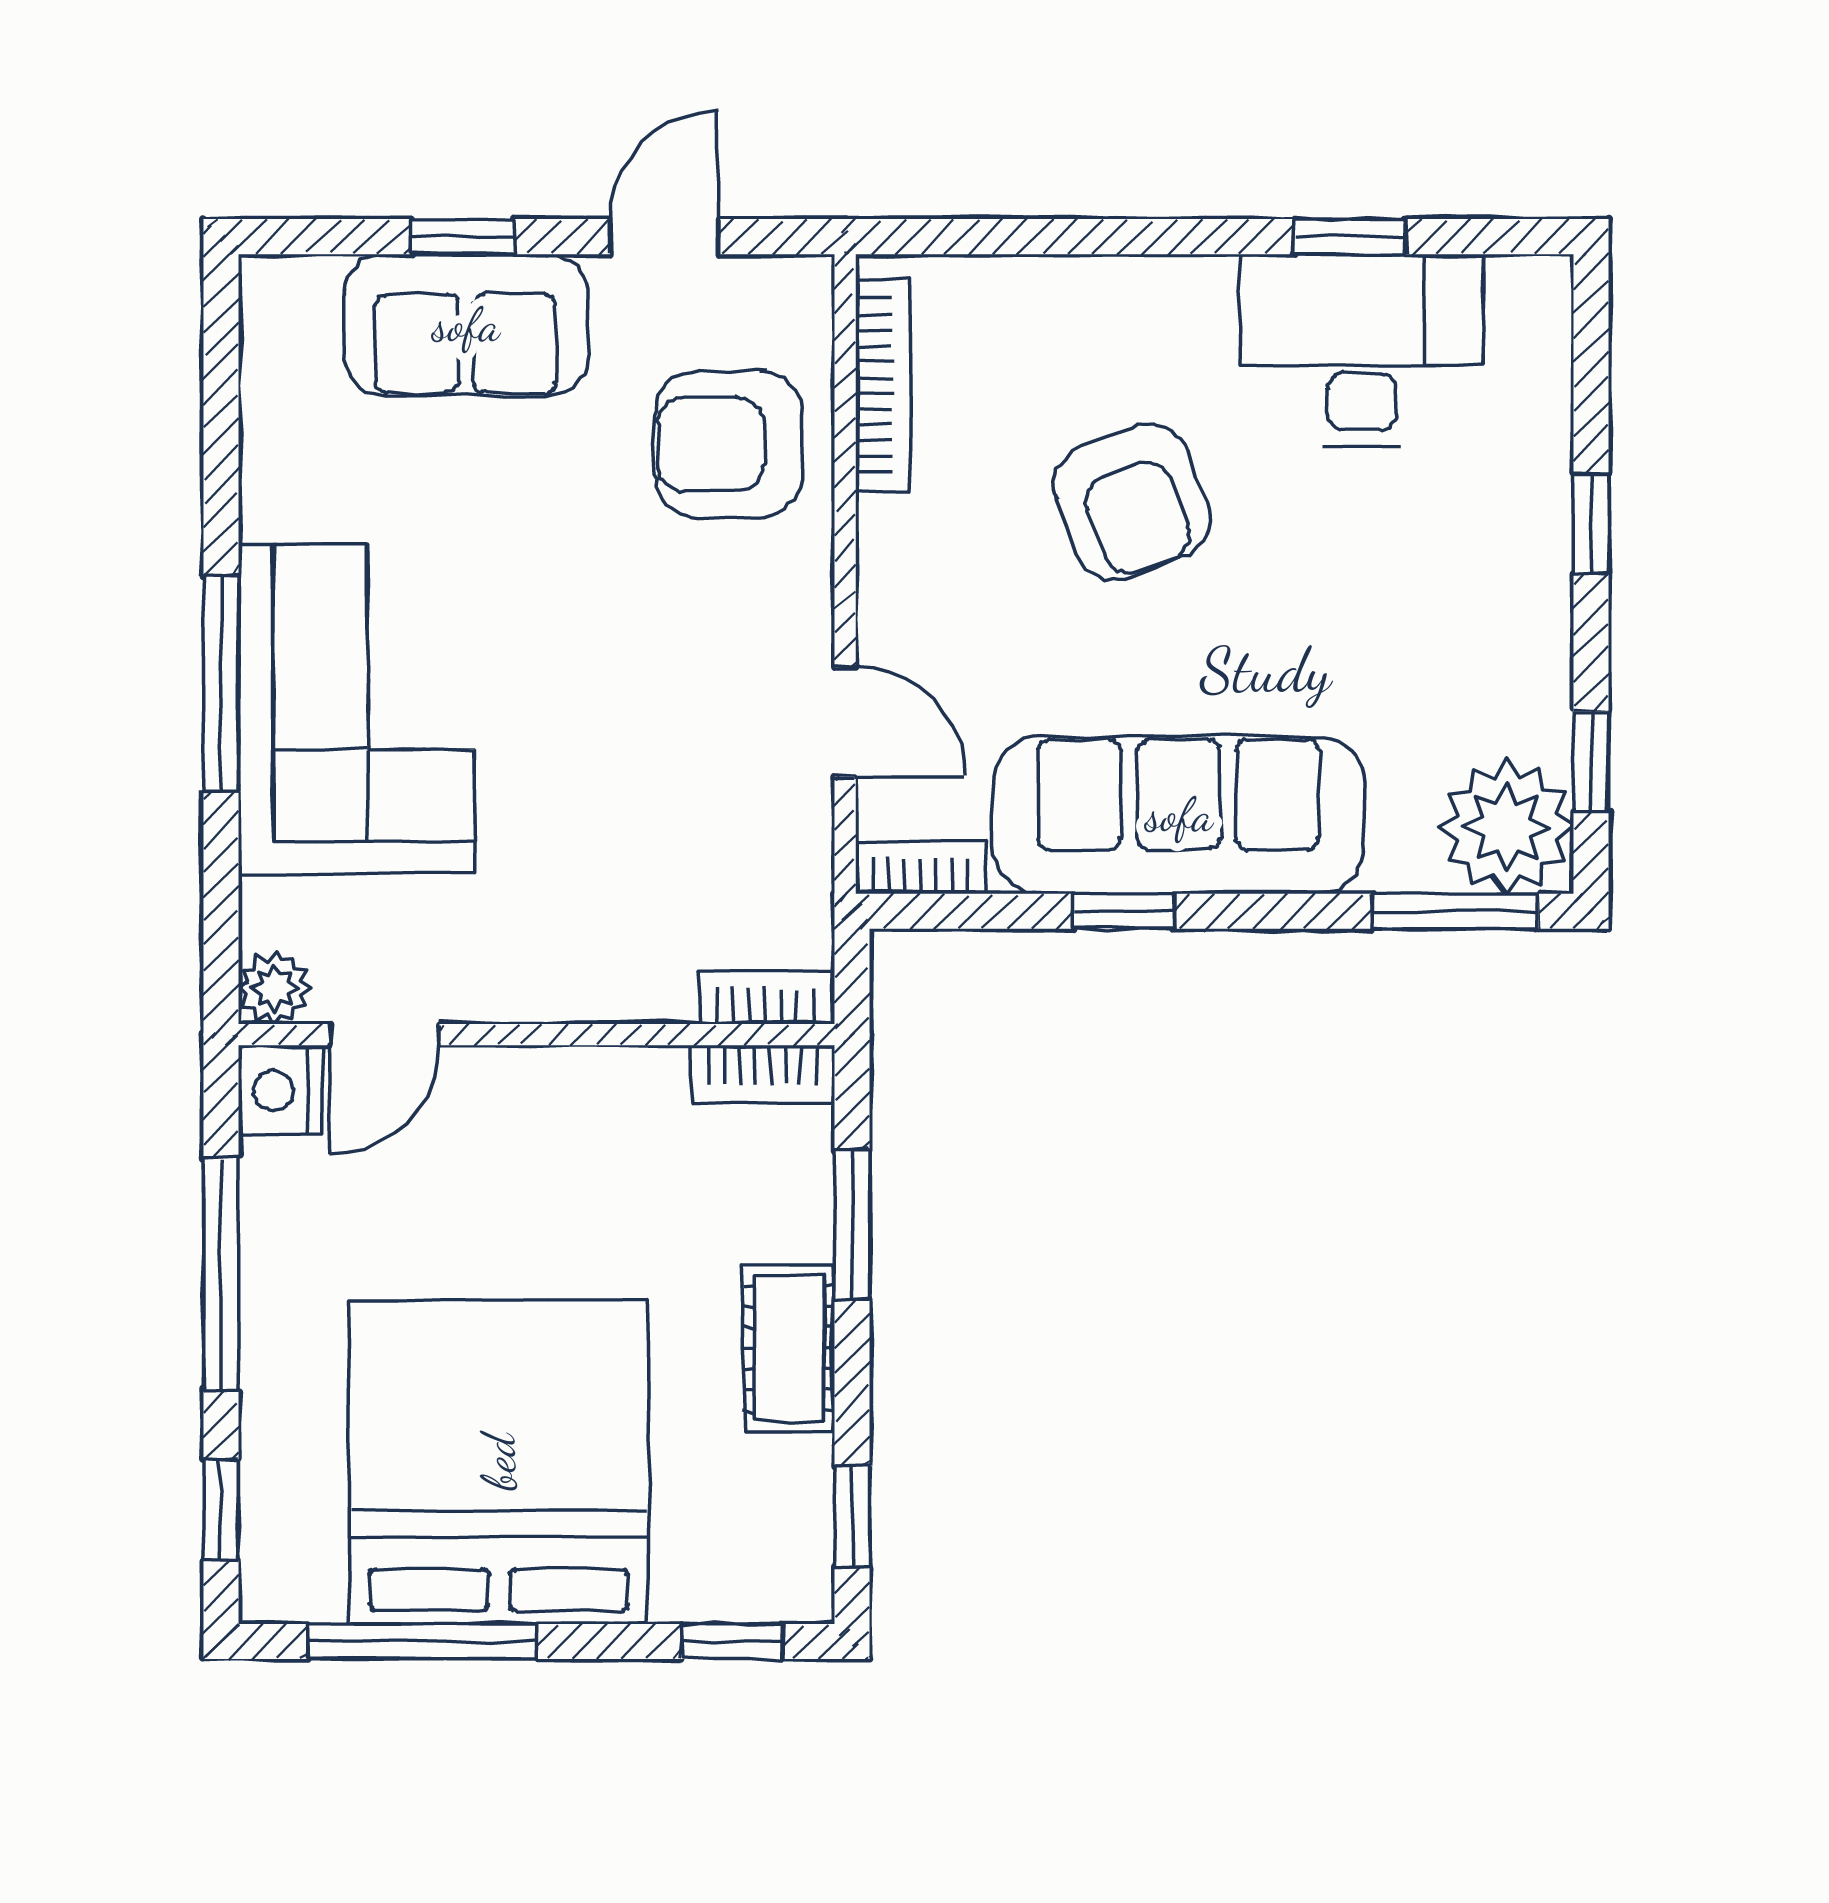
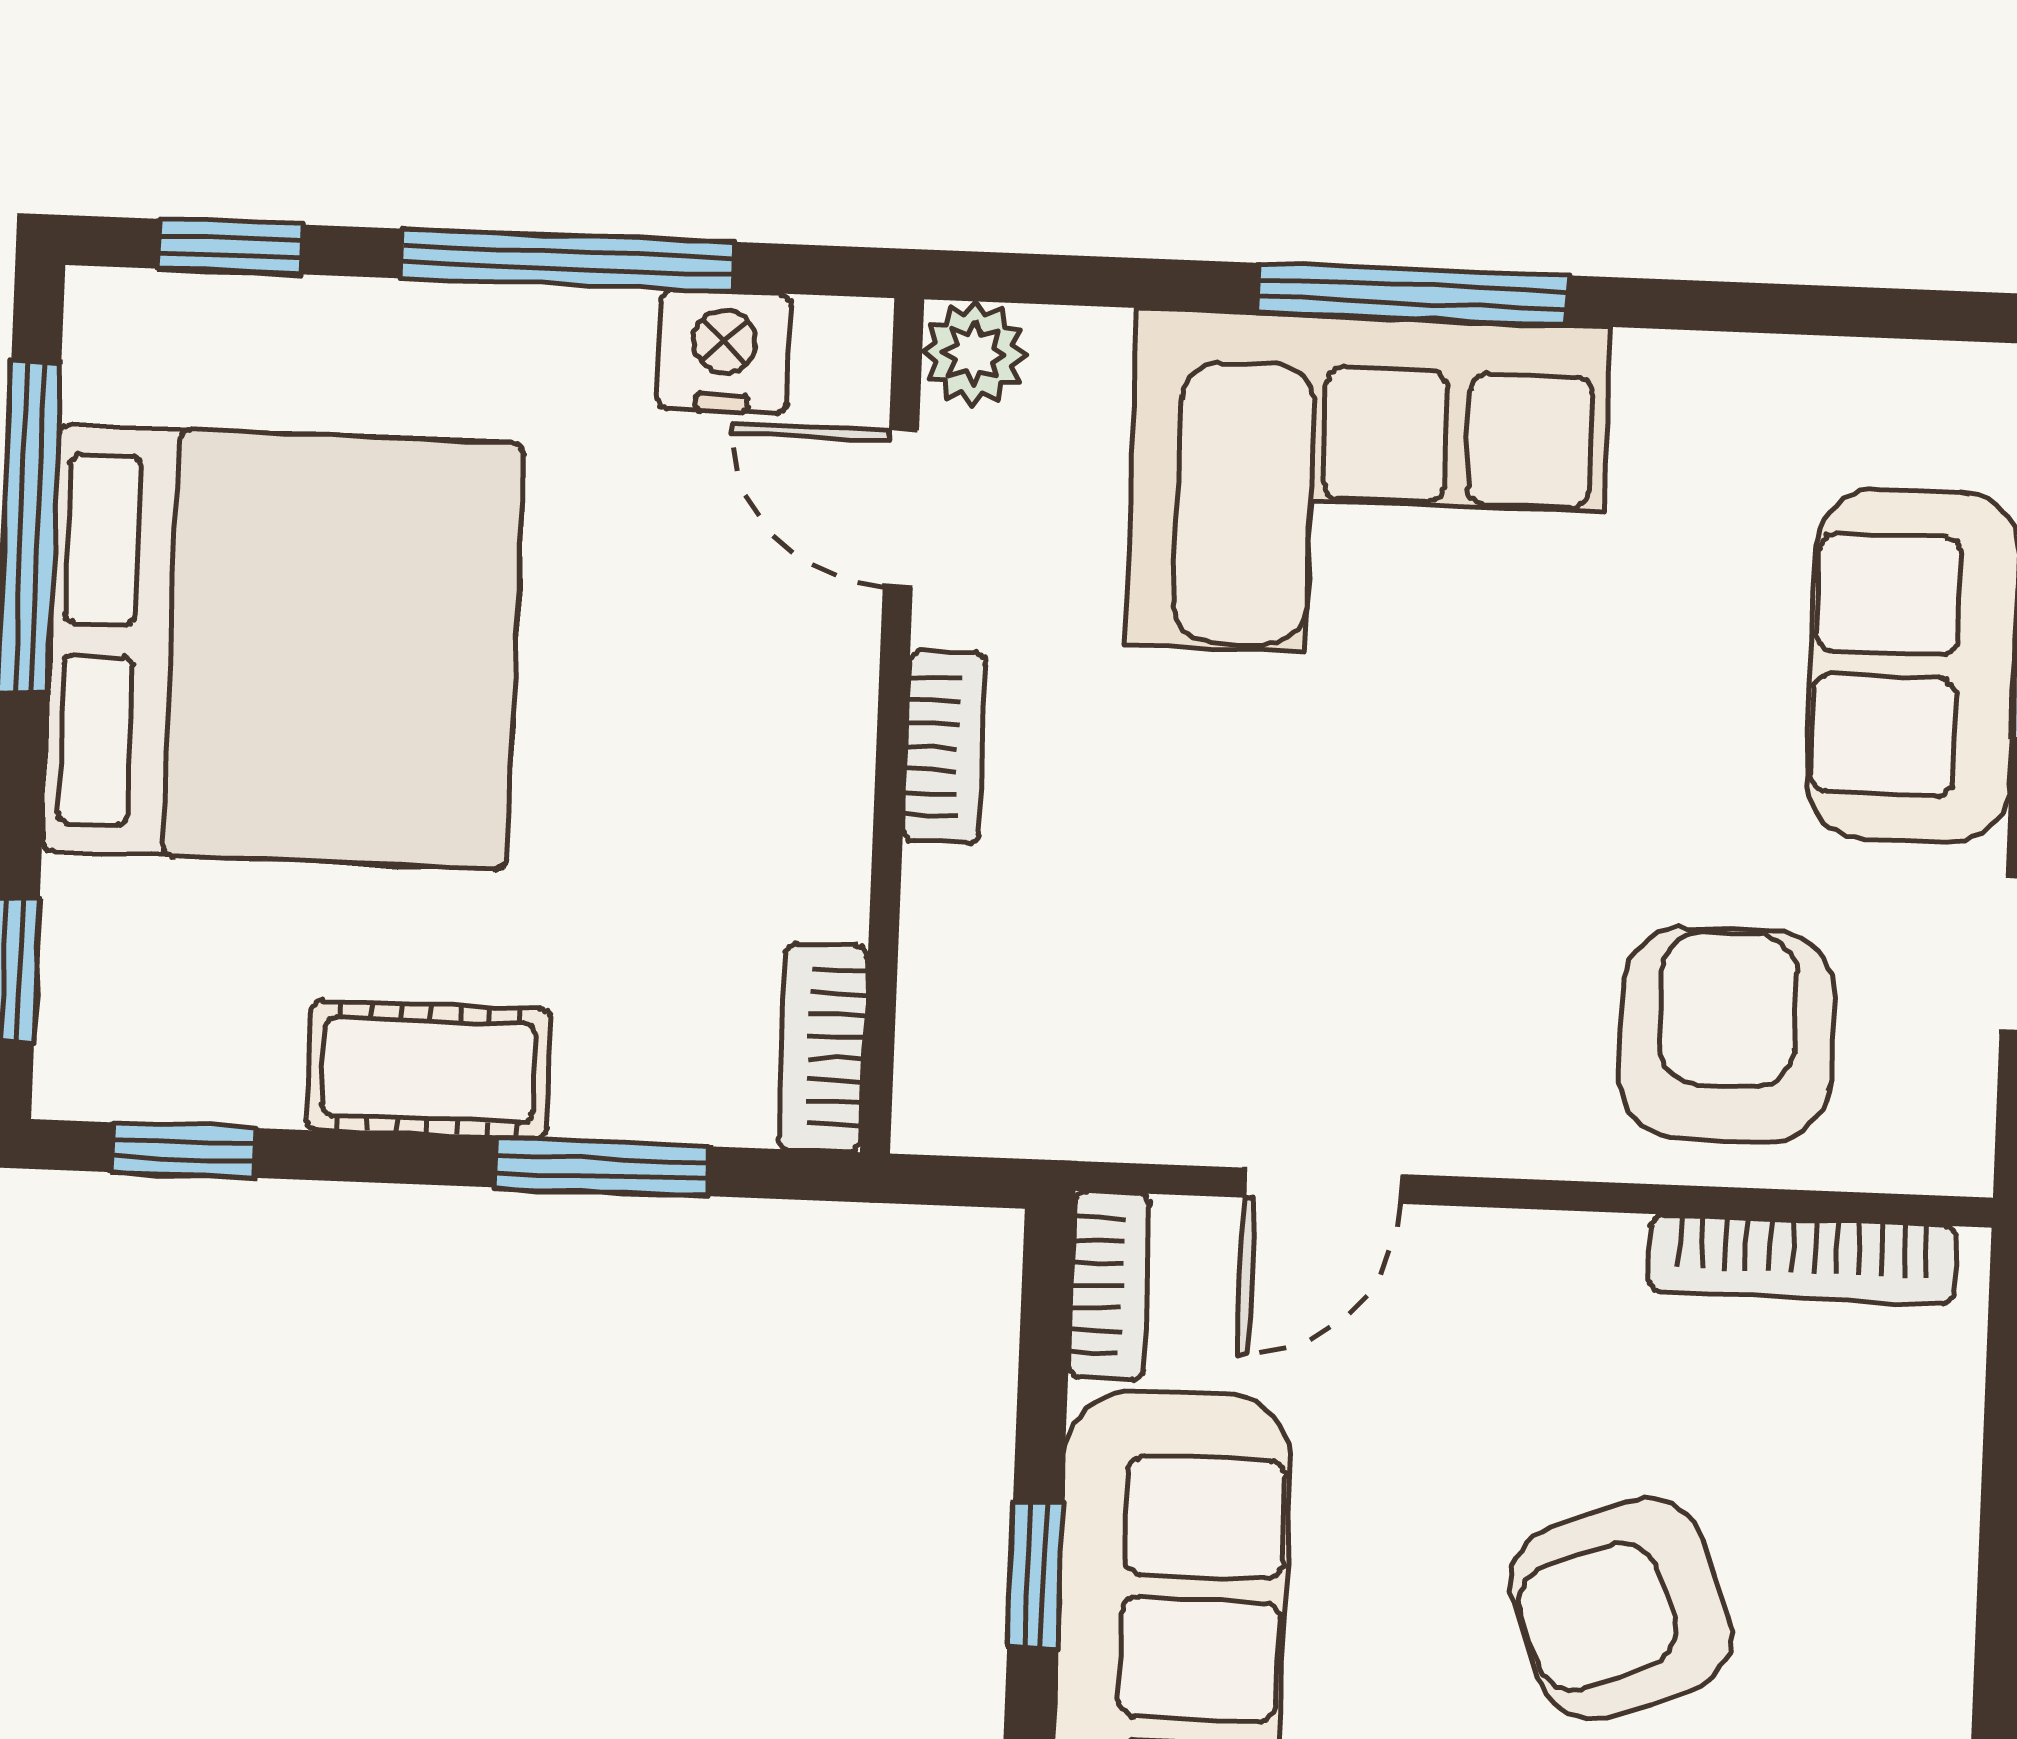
bookcase: (766, 998) -> (944, 747), moved
nightstand: (280, 1090) -> (724, 351), moved

